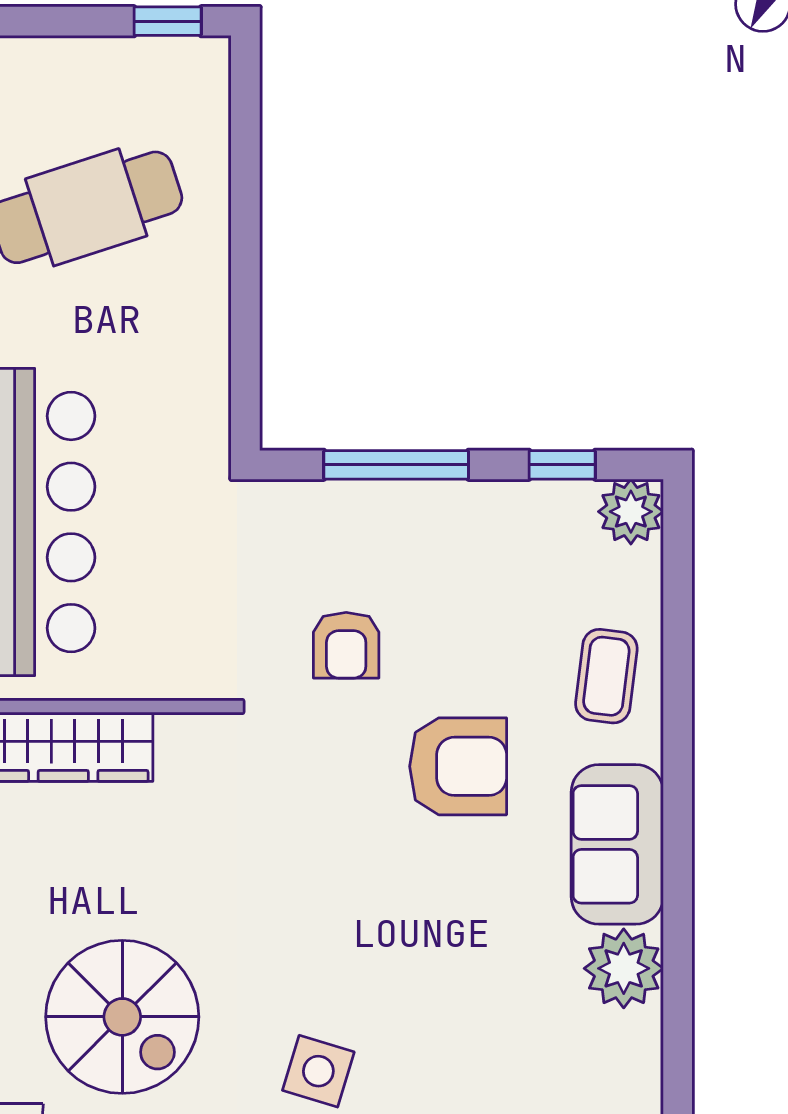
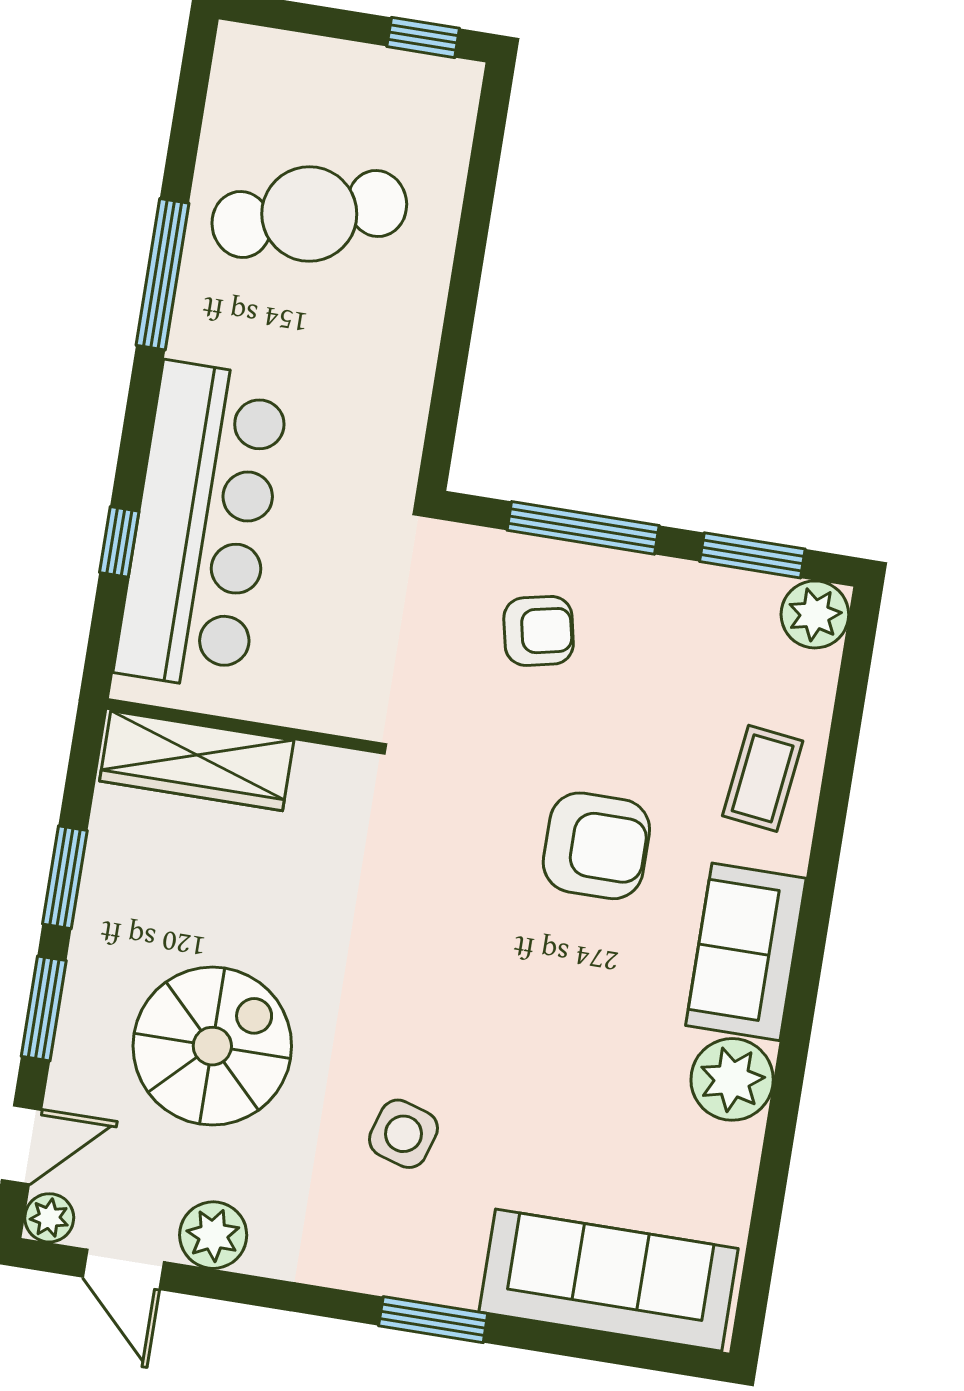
window: (562, 465) -> (752, 555), width x1.50
armchair: (346, 645) -> (539, 631), moved, turned -102
spiral stairs: (122, 1017) -> (212, 1046), turned -90

